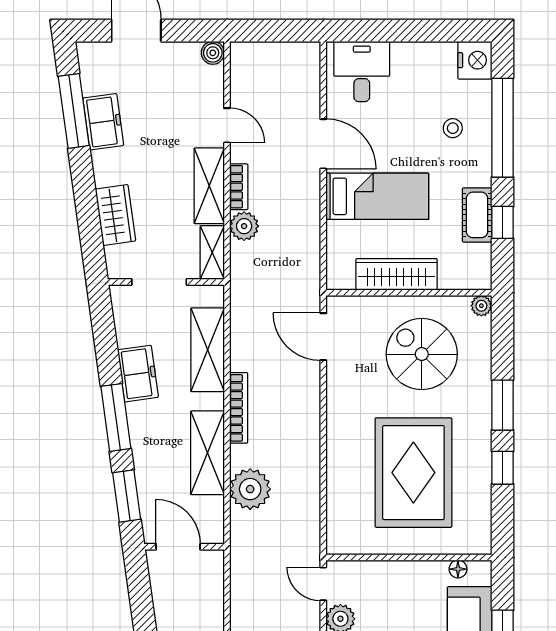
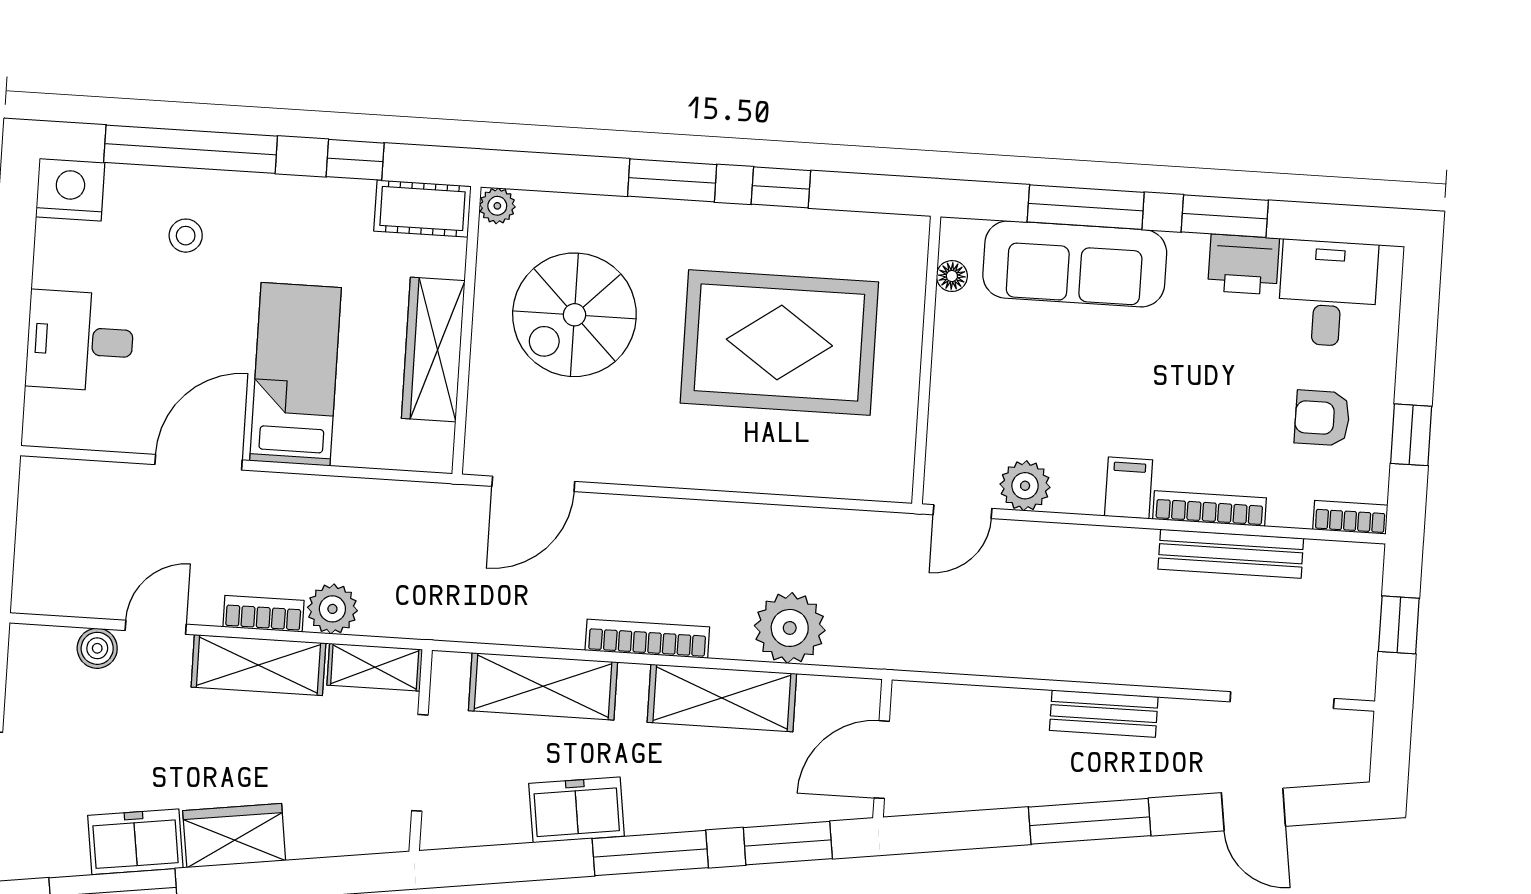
boiler: (213, 53) -> (97, 648), moved
desk: (362, 71) -> (80, 341), moved
wardrobe: (115, 215) -> (234, 836), moved
cot: (477, 215) -> (422, 209), moved

